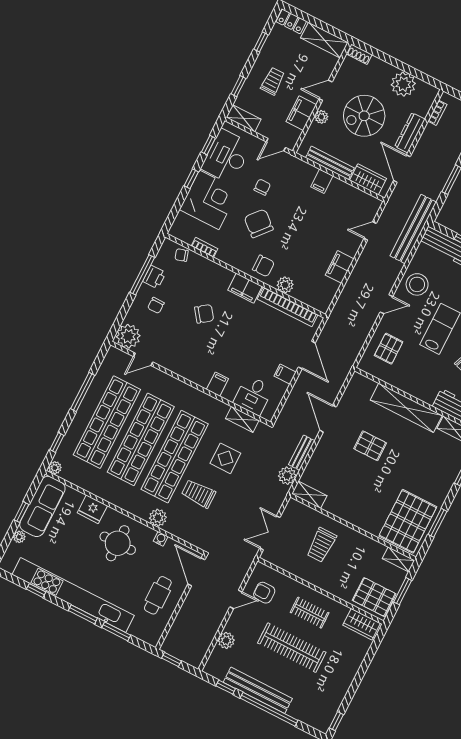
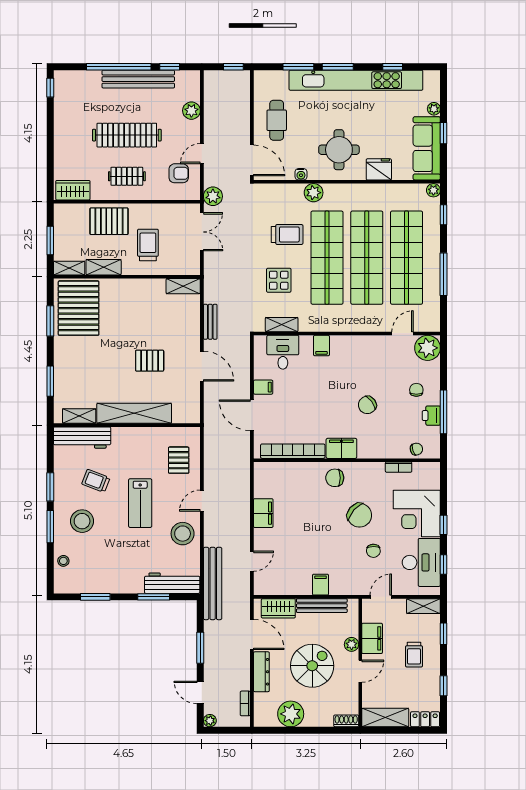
plant: (285, 285) -> (306, 470), removed
plant: (287, 476) -> (213, 196), moved
shelving: (369, 545) -> (104, 267), added
pallet: (374, 597) -> (109, 221), moved

